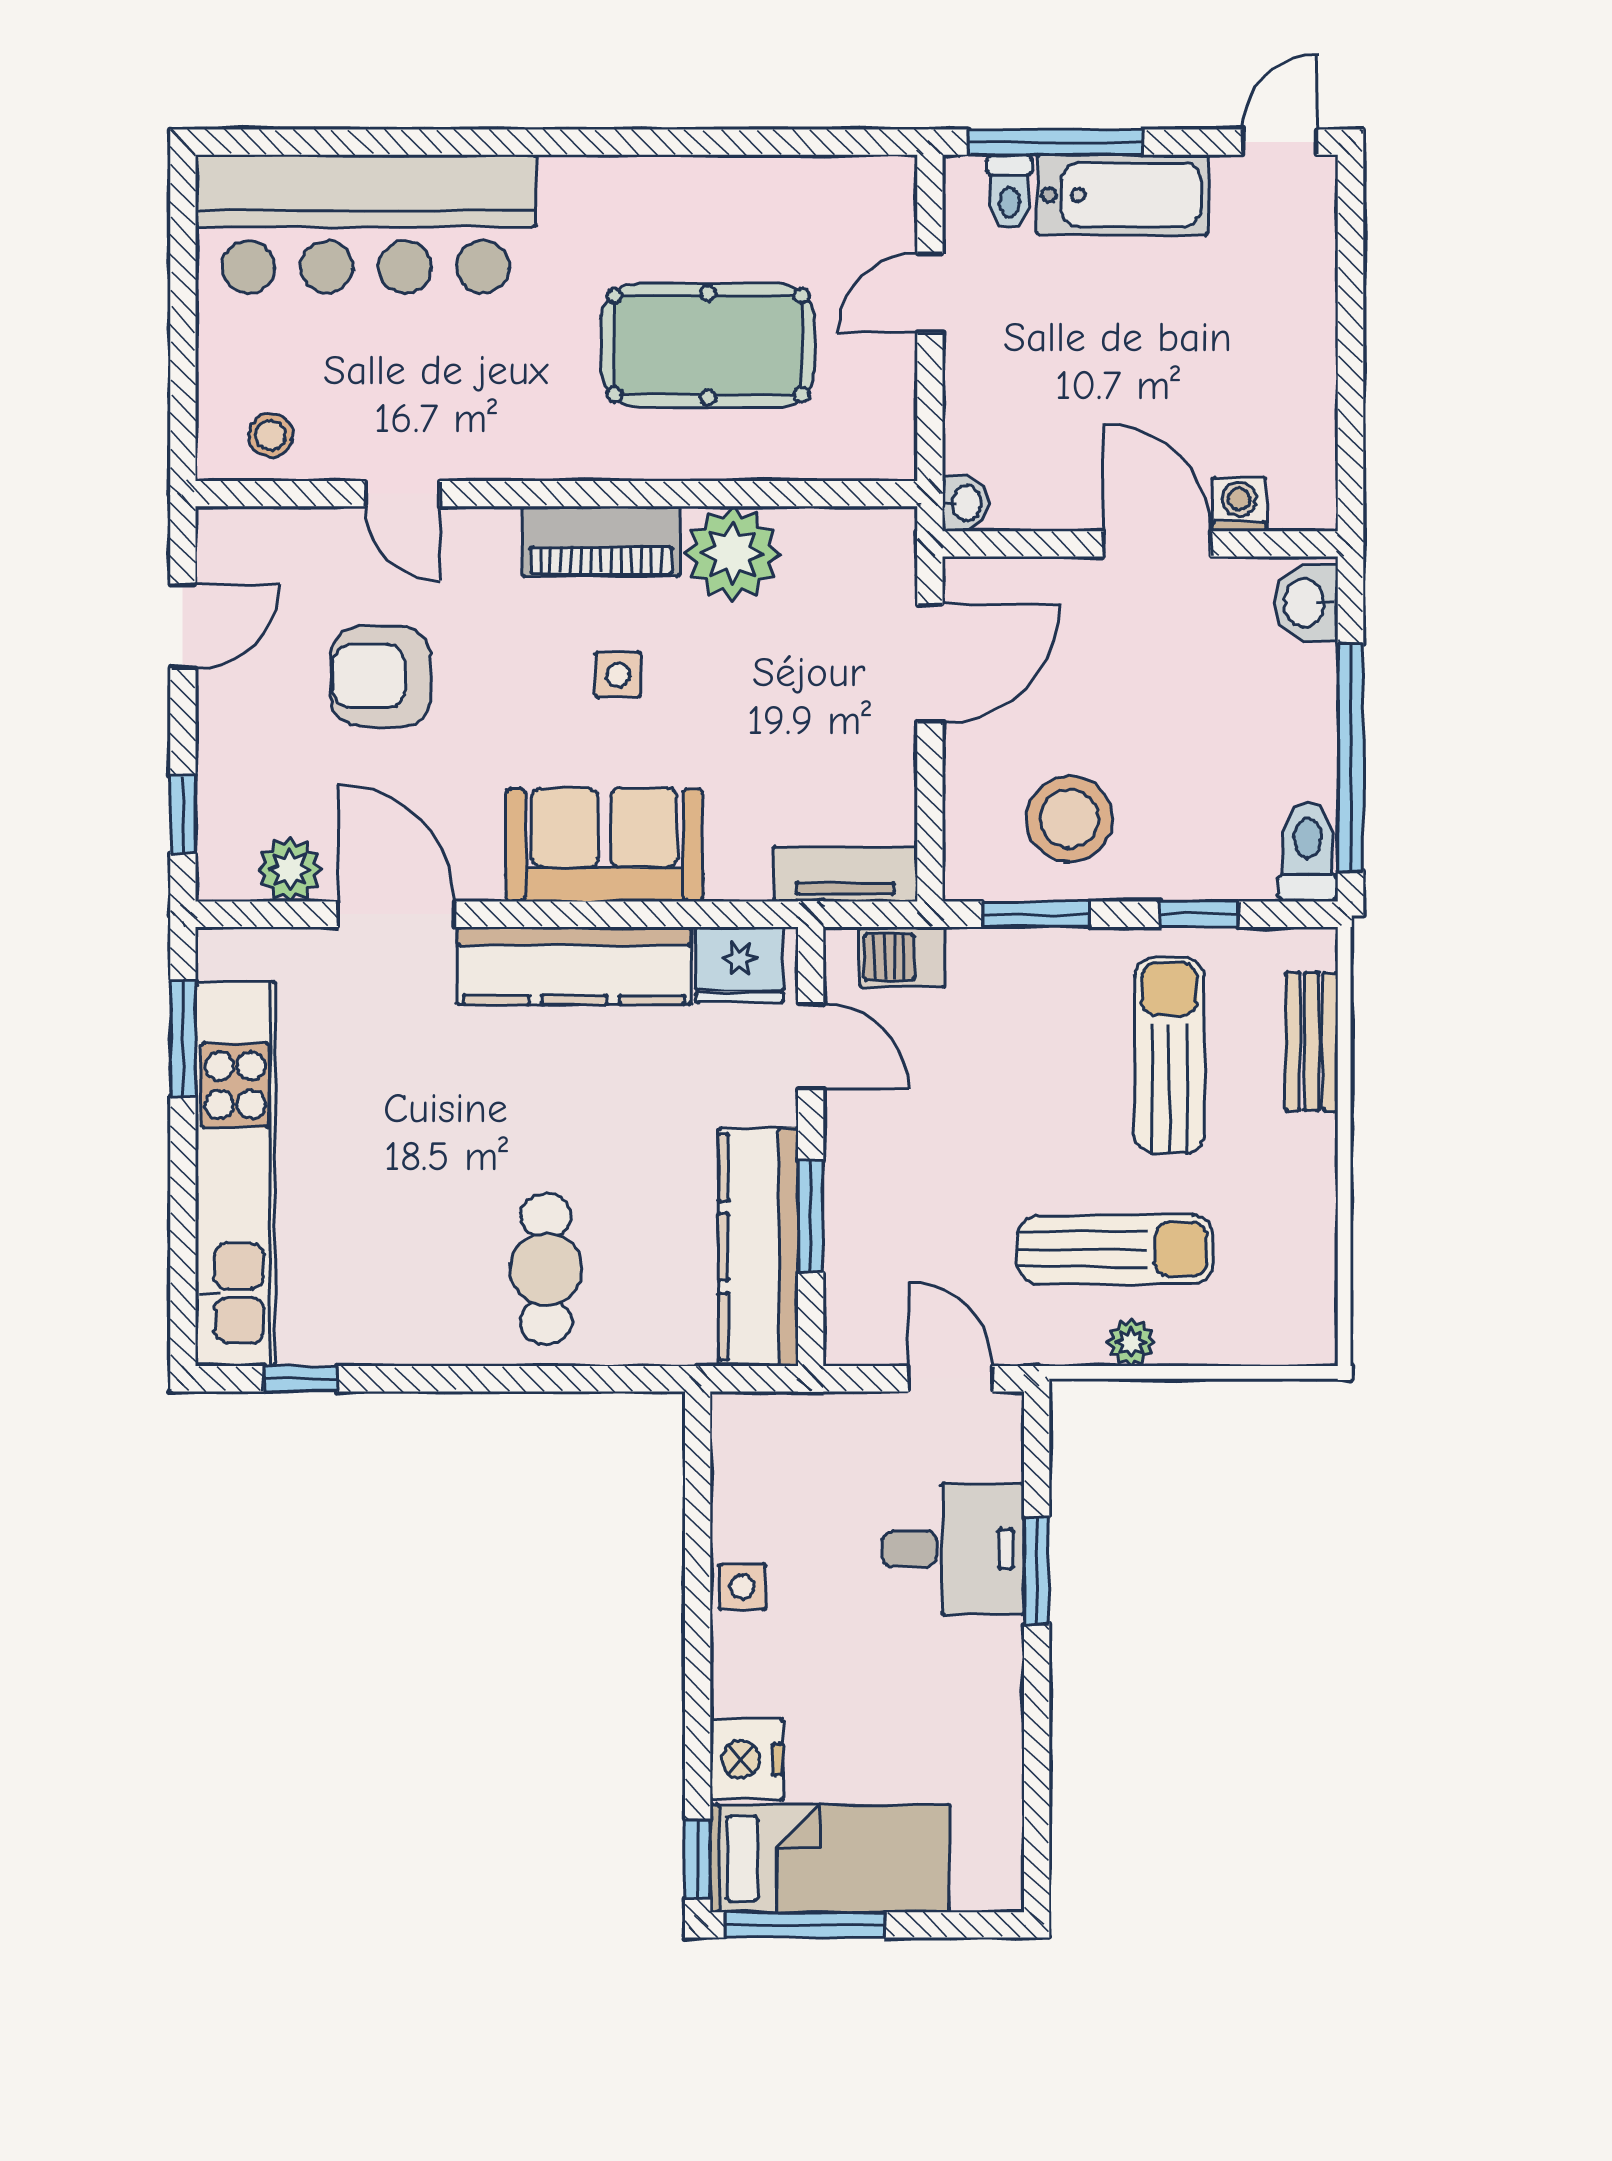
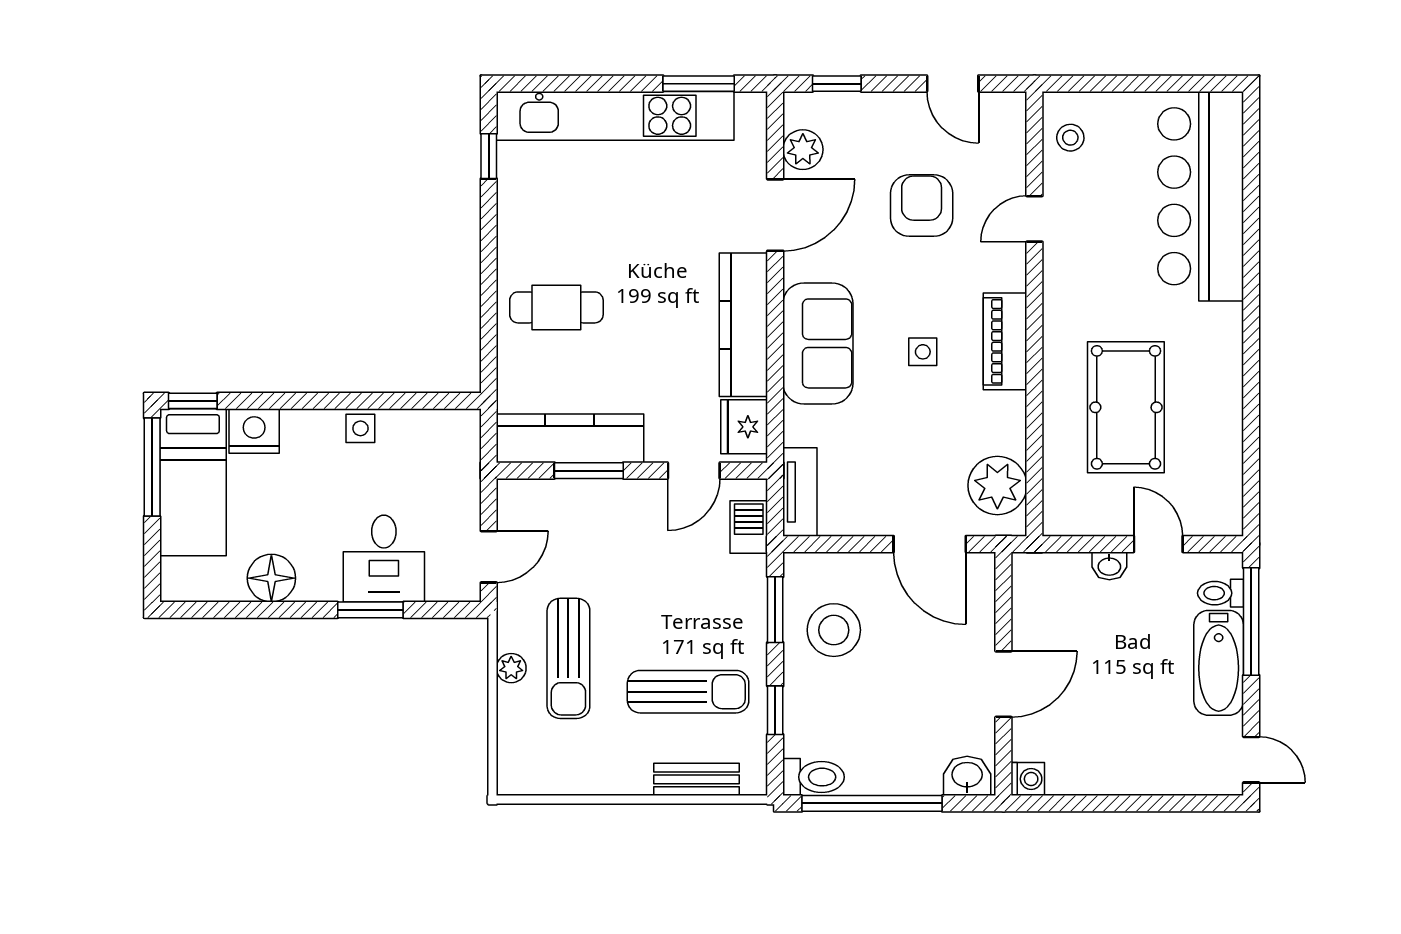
washbasin: (965, 503) -> (1109, 566), moved
washing machine: (1239, 504) -> (1028, 779), moved
plant: (732, 554) -> (997, 485), moved
floor lamp: (985, 1731) -> (271, 578), added

